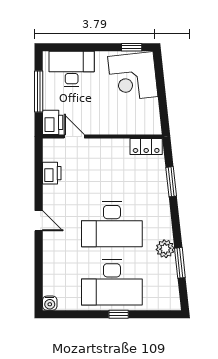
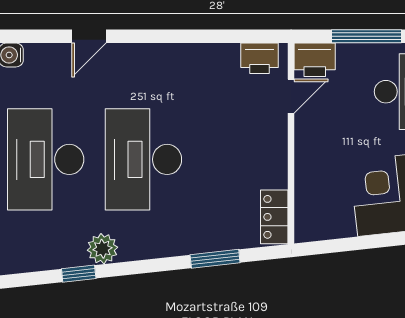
printer: (52, 173) -> (259, 58), moved
door: (39, 221) -> (89, 36), moved
window: (180, 263) -> (79, 274), width x0.67

